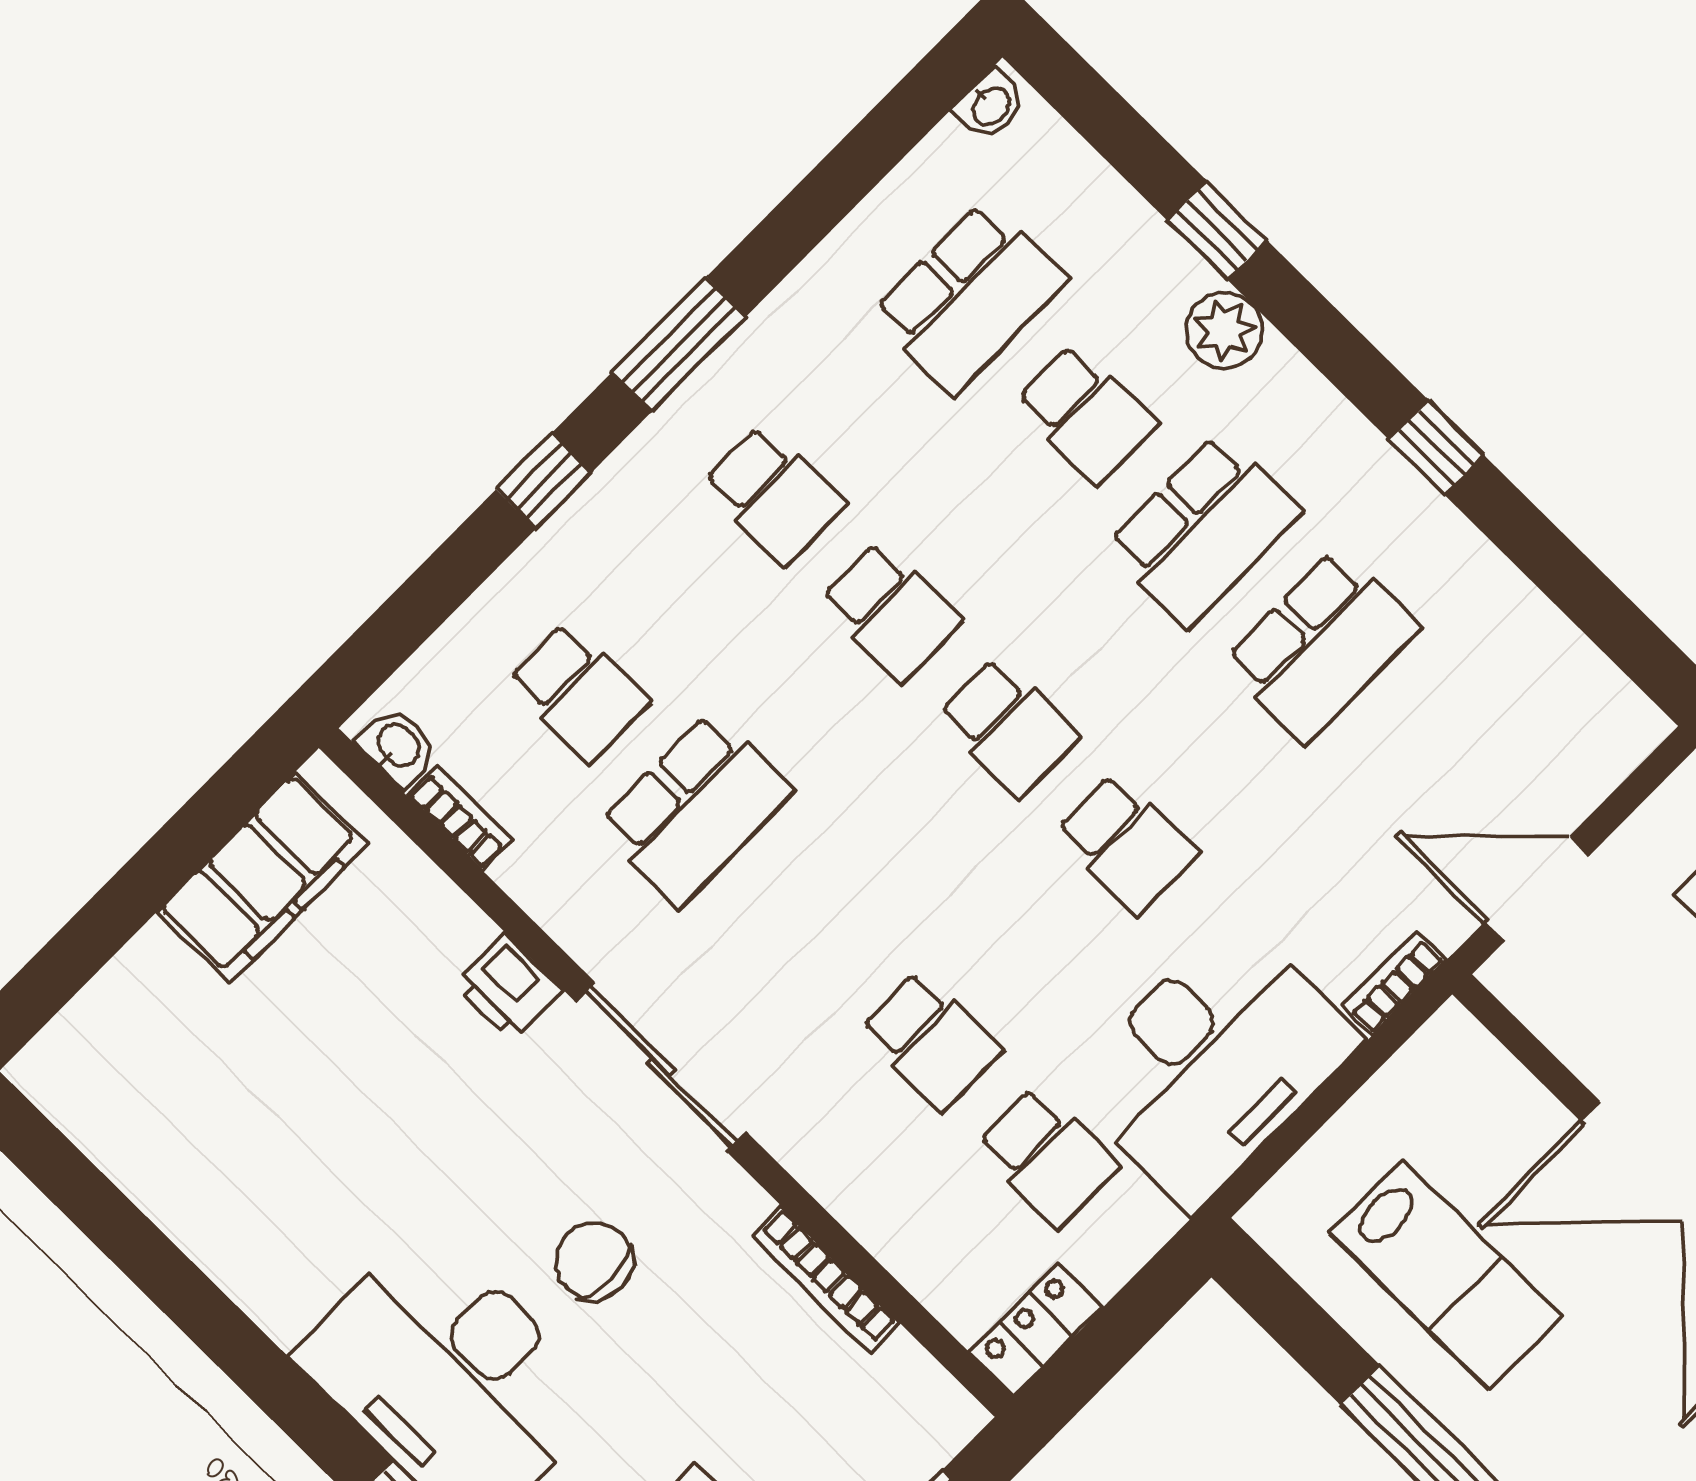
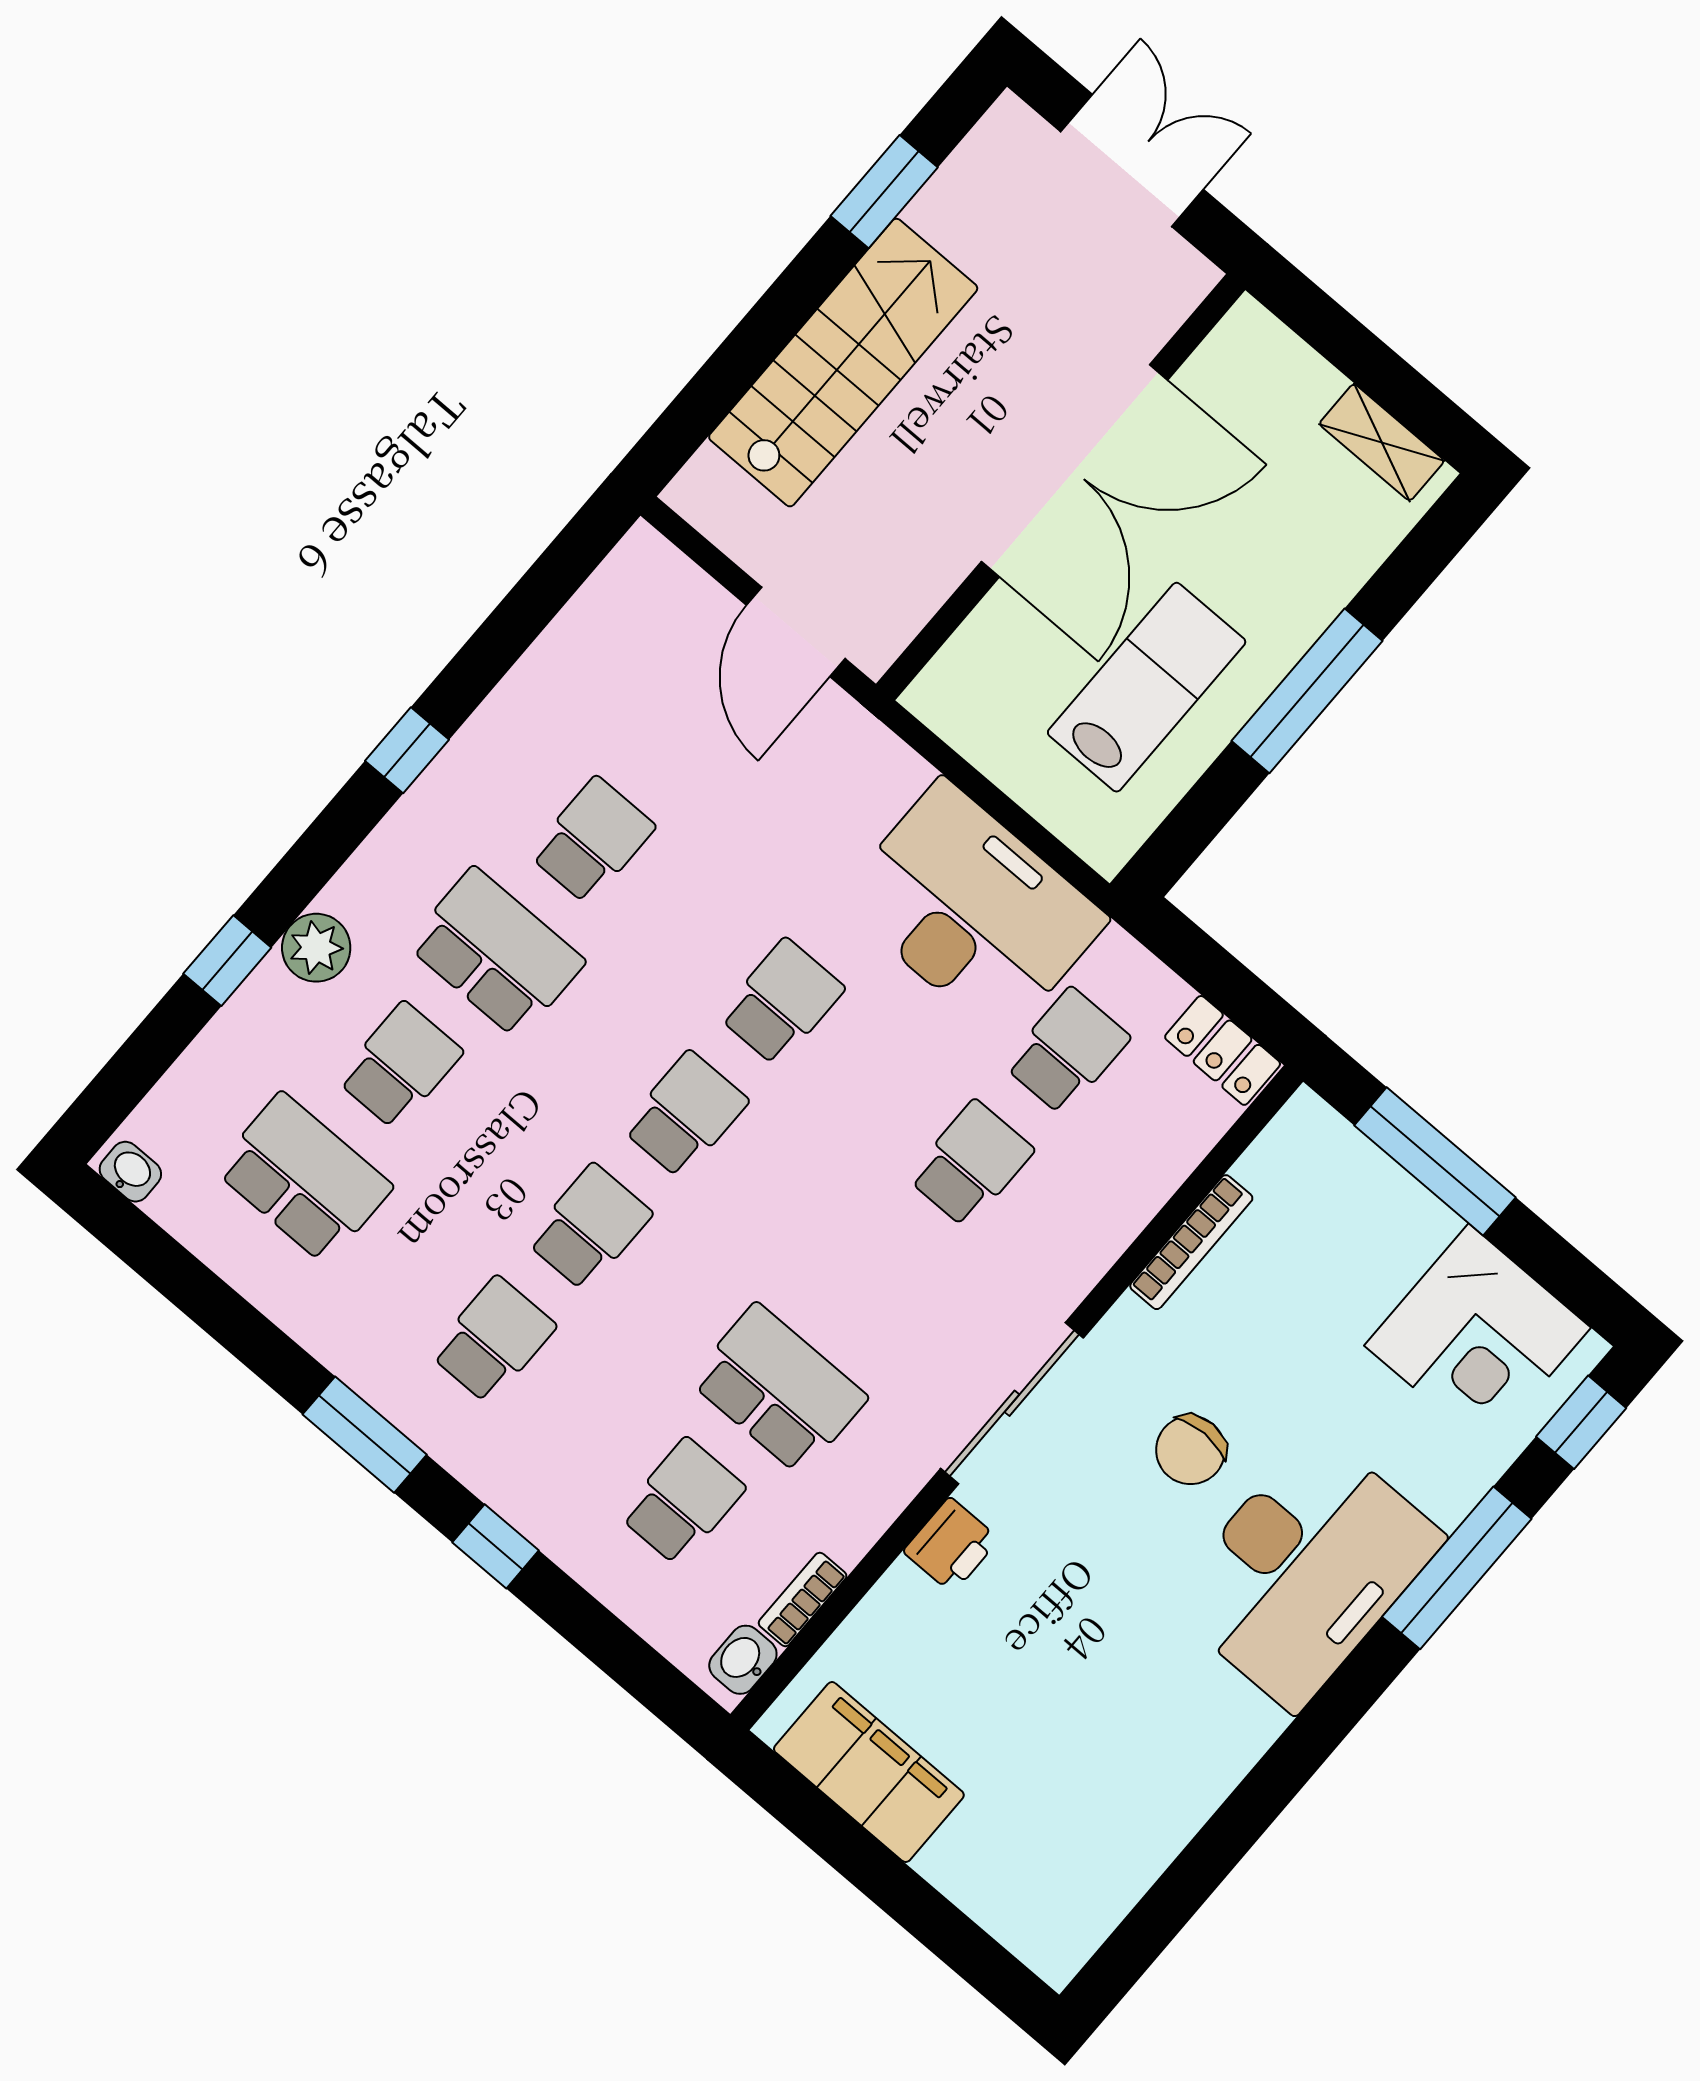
school desk: (1321, 646) -> (592, 840), width x0.54
bookcase: (1394, 983) -> (889, 753), removed

